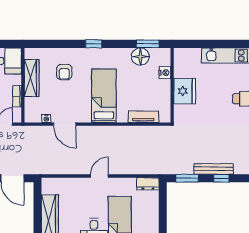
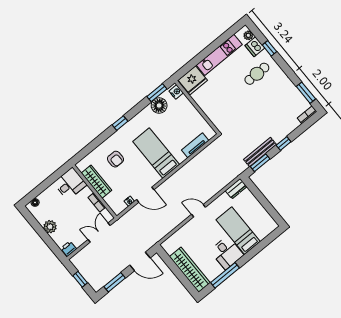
nightstand: (165, 73) -> (176, 92), moved
fridge: (185, 91) -> (193, 80), moved, turned 90
bench: (214, 169) -> (260, 152), moved
door: (99, 176) -> (198, 211), hinge flipped

